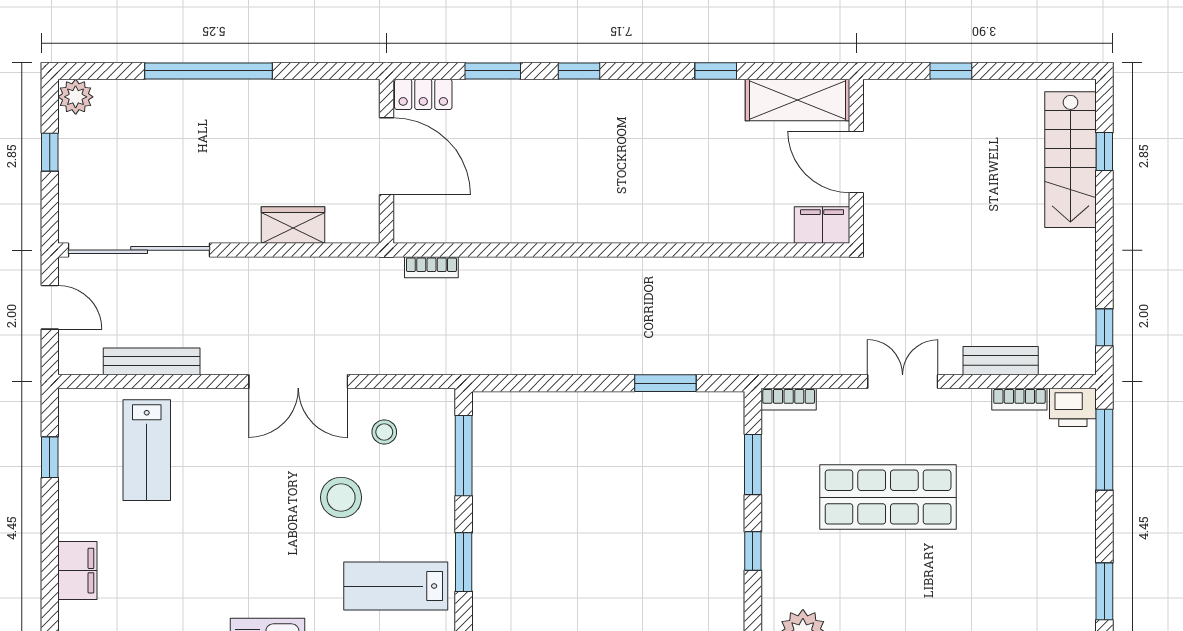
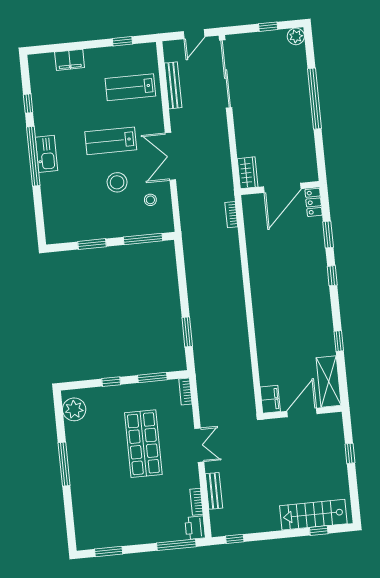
wardrobe: (293, 225) -> (248, 173), moved
lab bench: (396, 586) -> (111, 141), moved, turned -90

